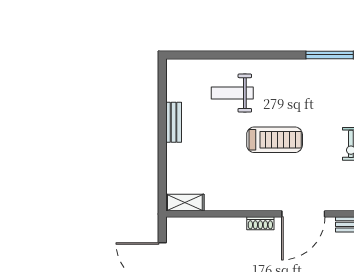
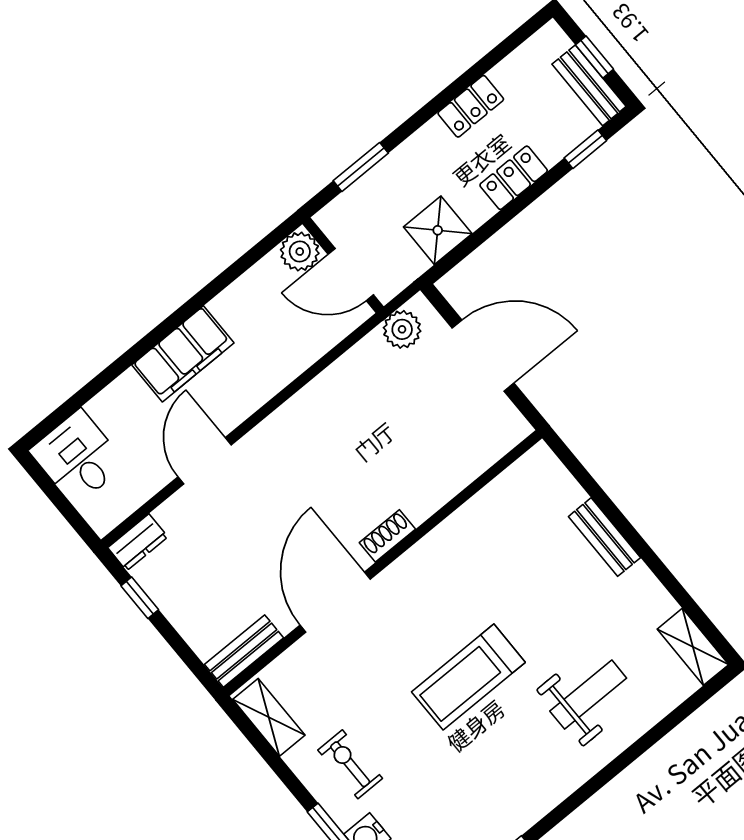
bench: (174, 122) -> (604, 537), moved
shelving: (185, 203) -> (693, 647), moved, turned 90

